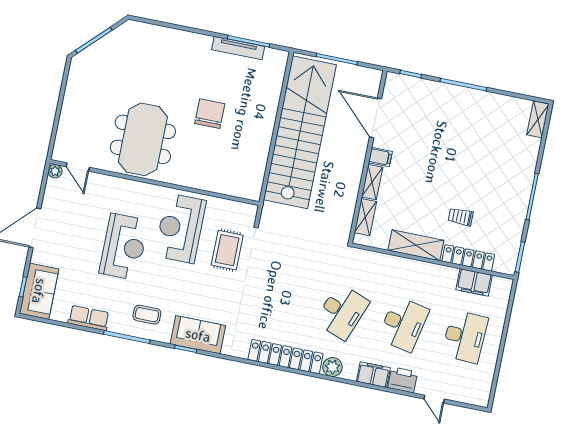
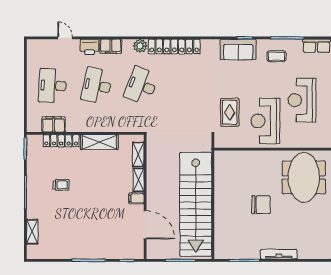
tv unit: (238, 48) -> (279, 254), moved
chair: (210, 114) -> (261, 205), turned -90
shelving: (538, 119) -> (32, 232), moved
trolley: (461, 217) -> (61, 185), moved
reception desk: (180, 228) -> (265, 121), turned 180

